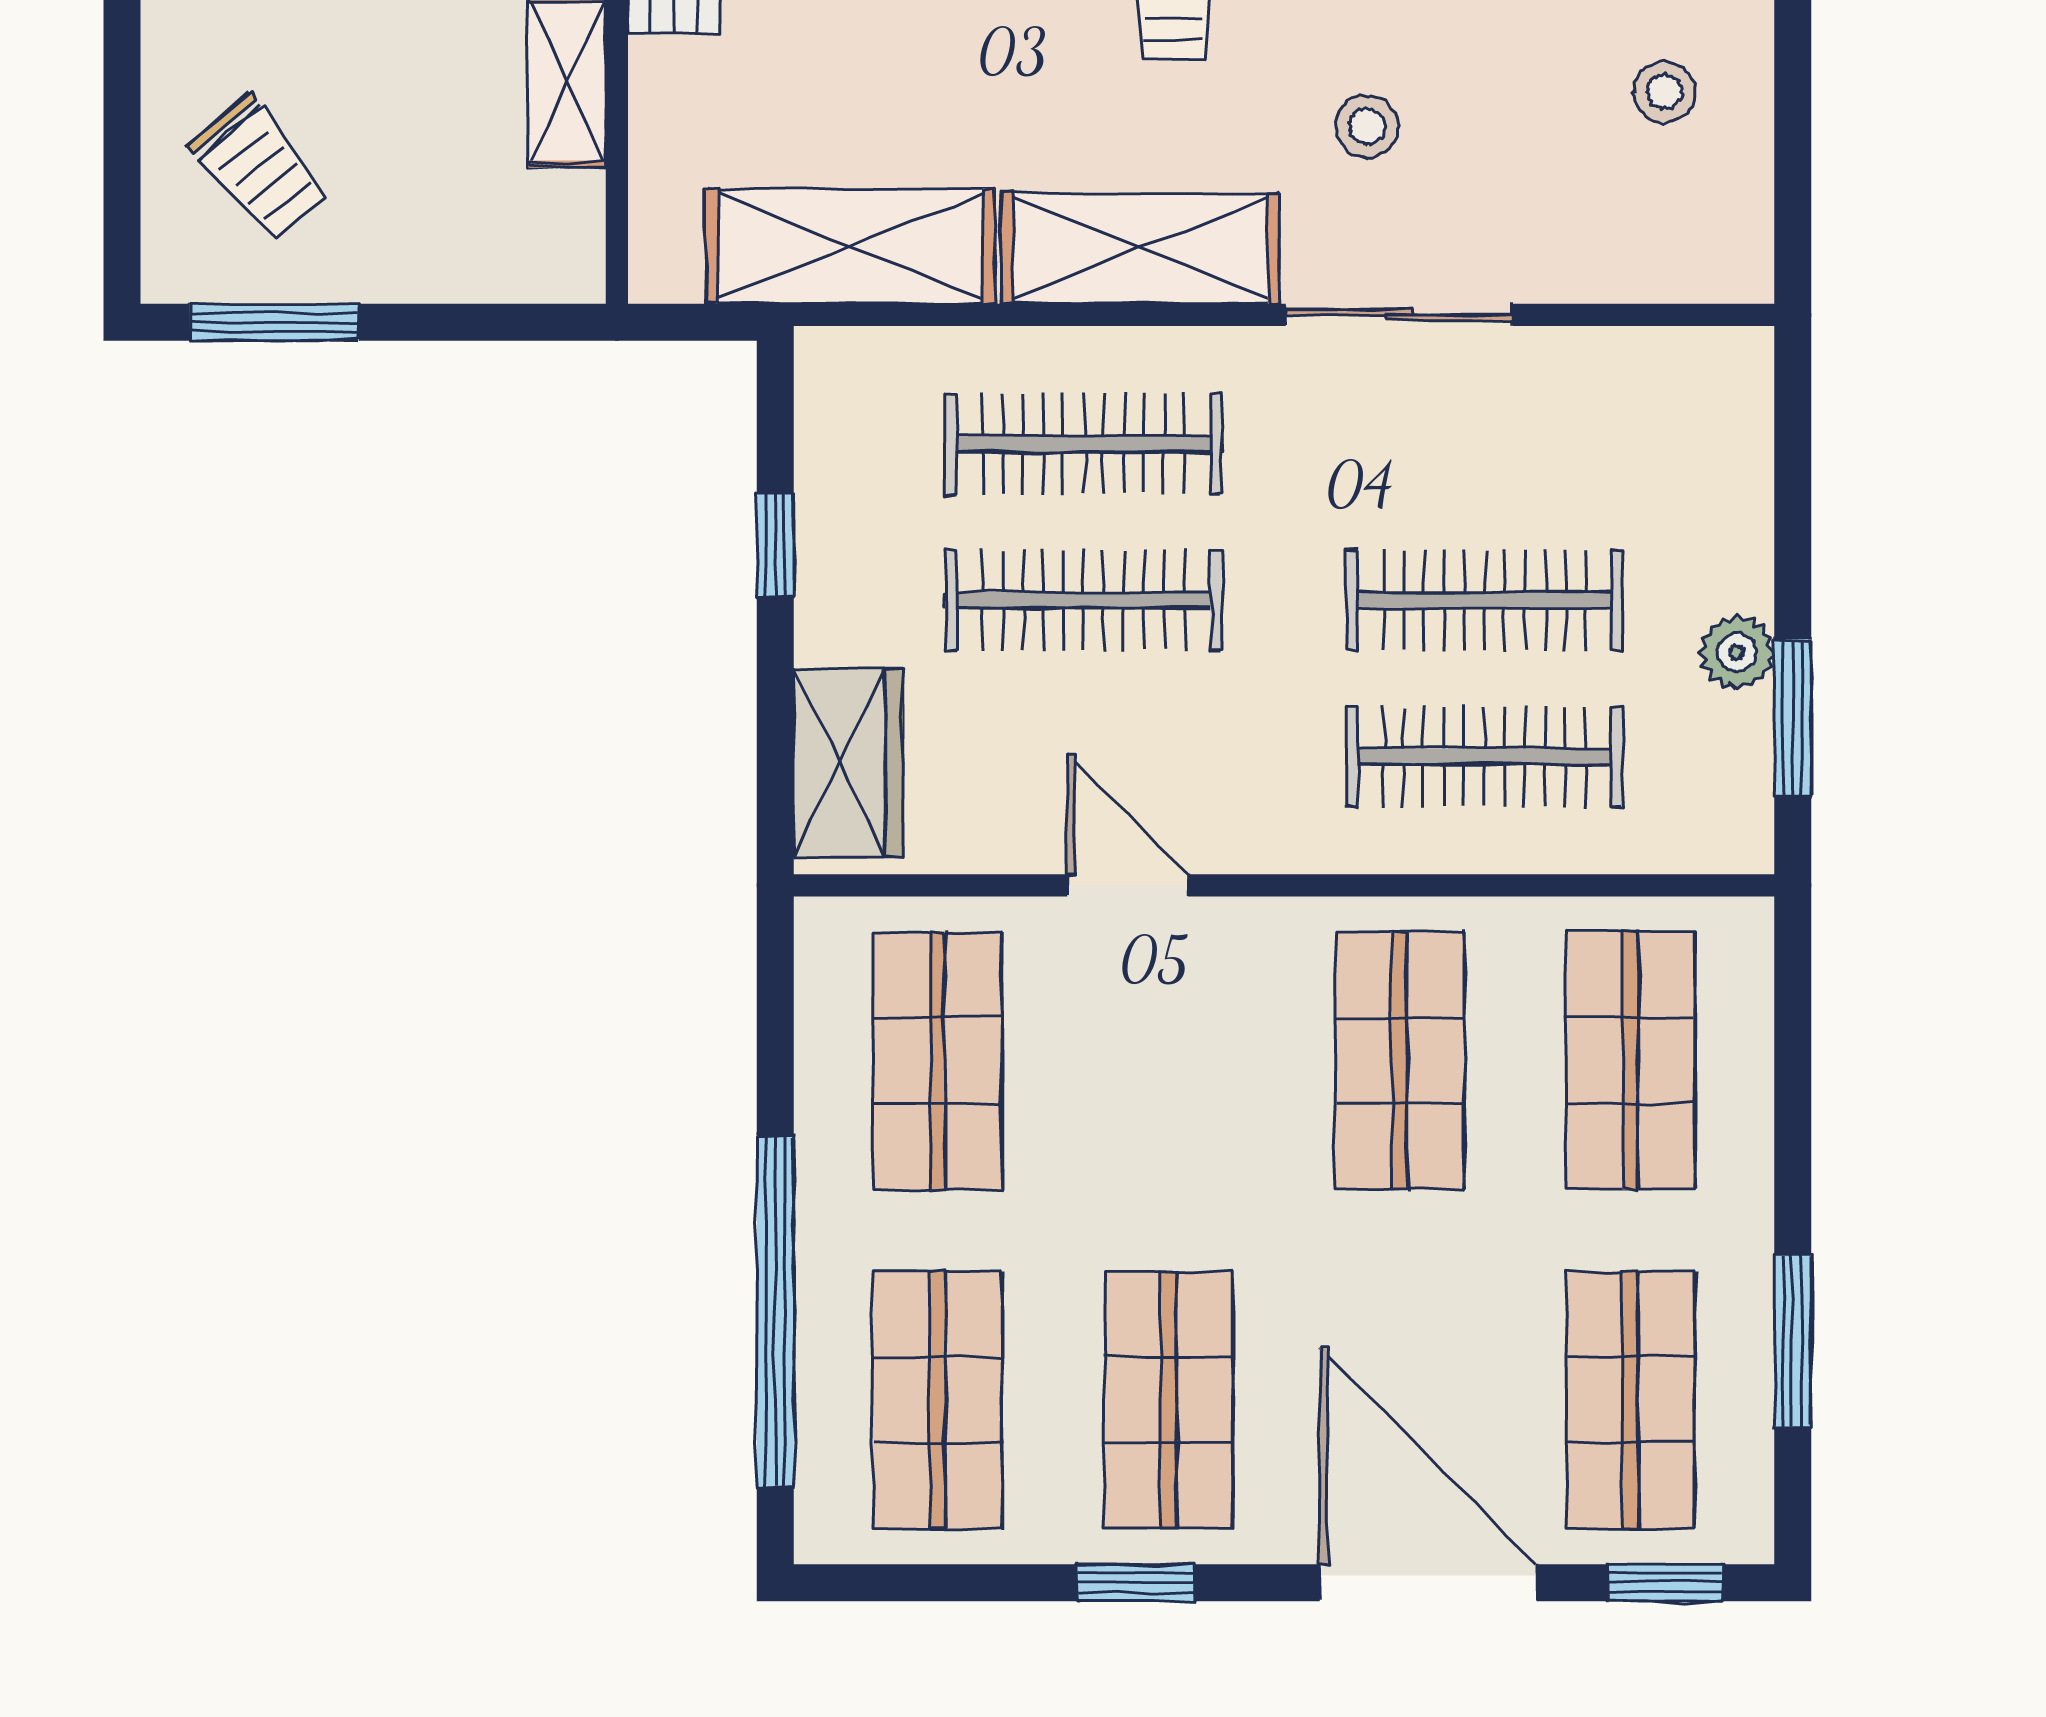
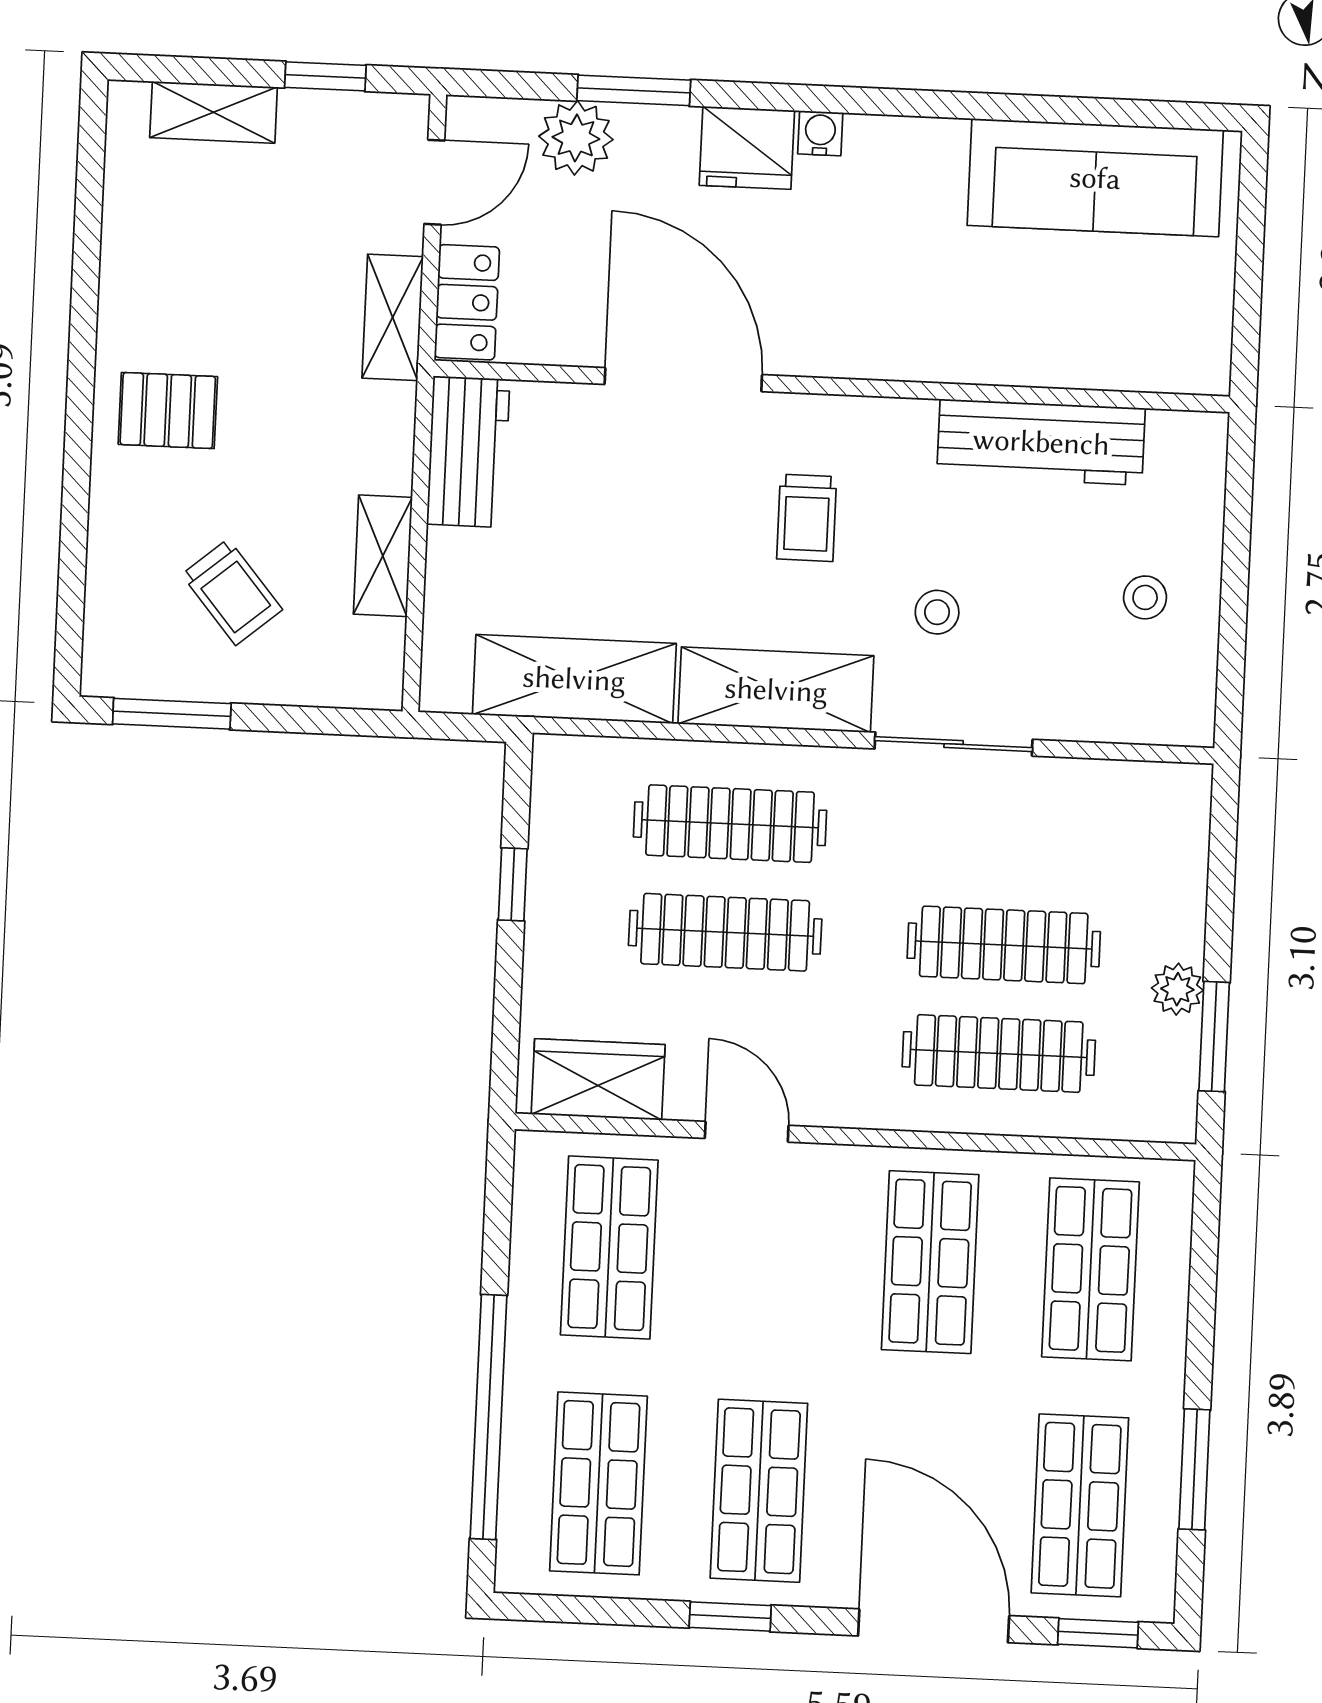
trolley: (260, 168) -> (232, 592), moved
wardrobe: (848, 763) -> (598, 1079), moved, turned -90

